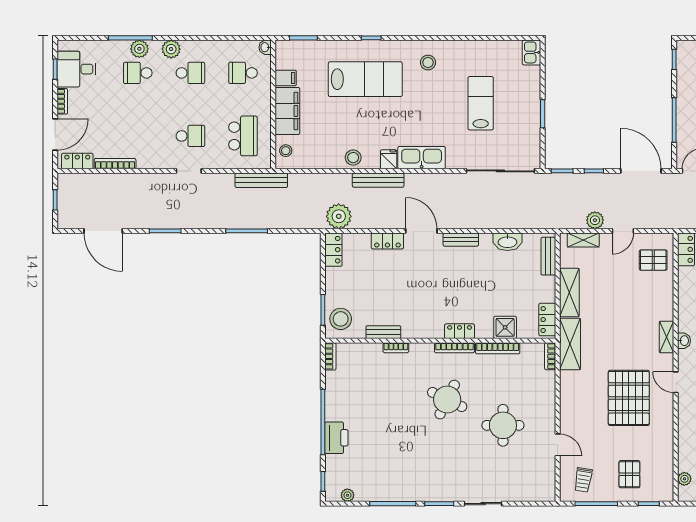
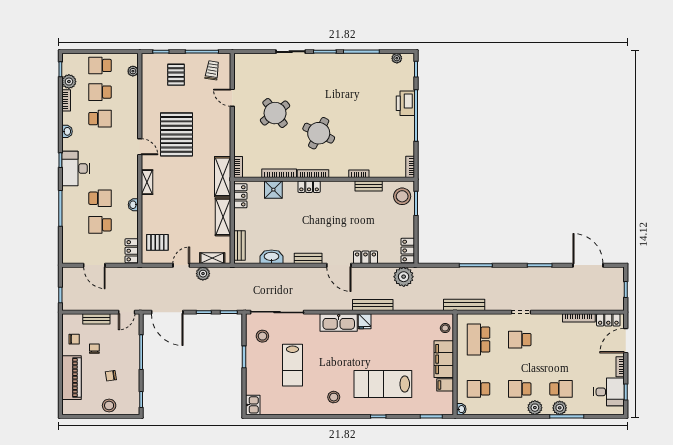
school desk: (243, 73) -> (479, 389), turned 180
stool: (353, 158) -> (262, 336), moved
washbasin: (684, 341) -> (133, 205), moved
round table: (503, 425) -> (275, 113), turned -37

